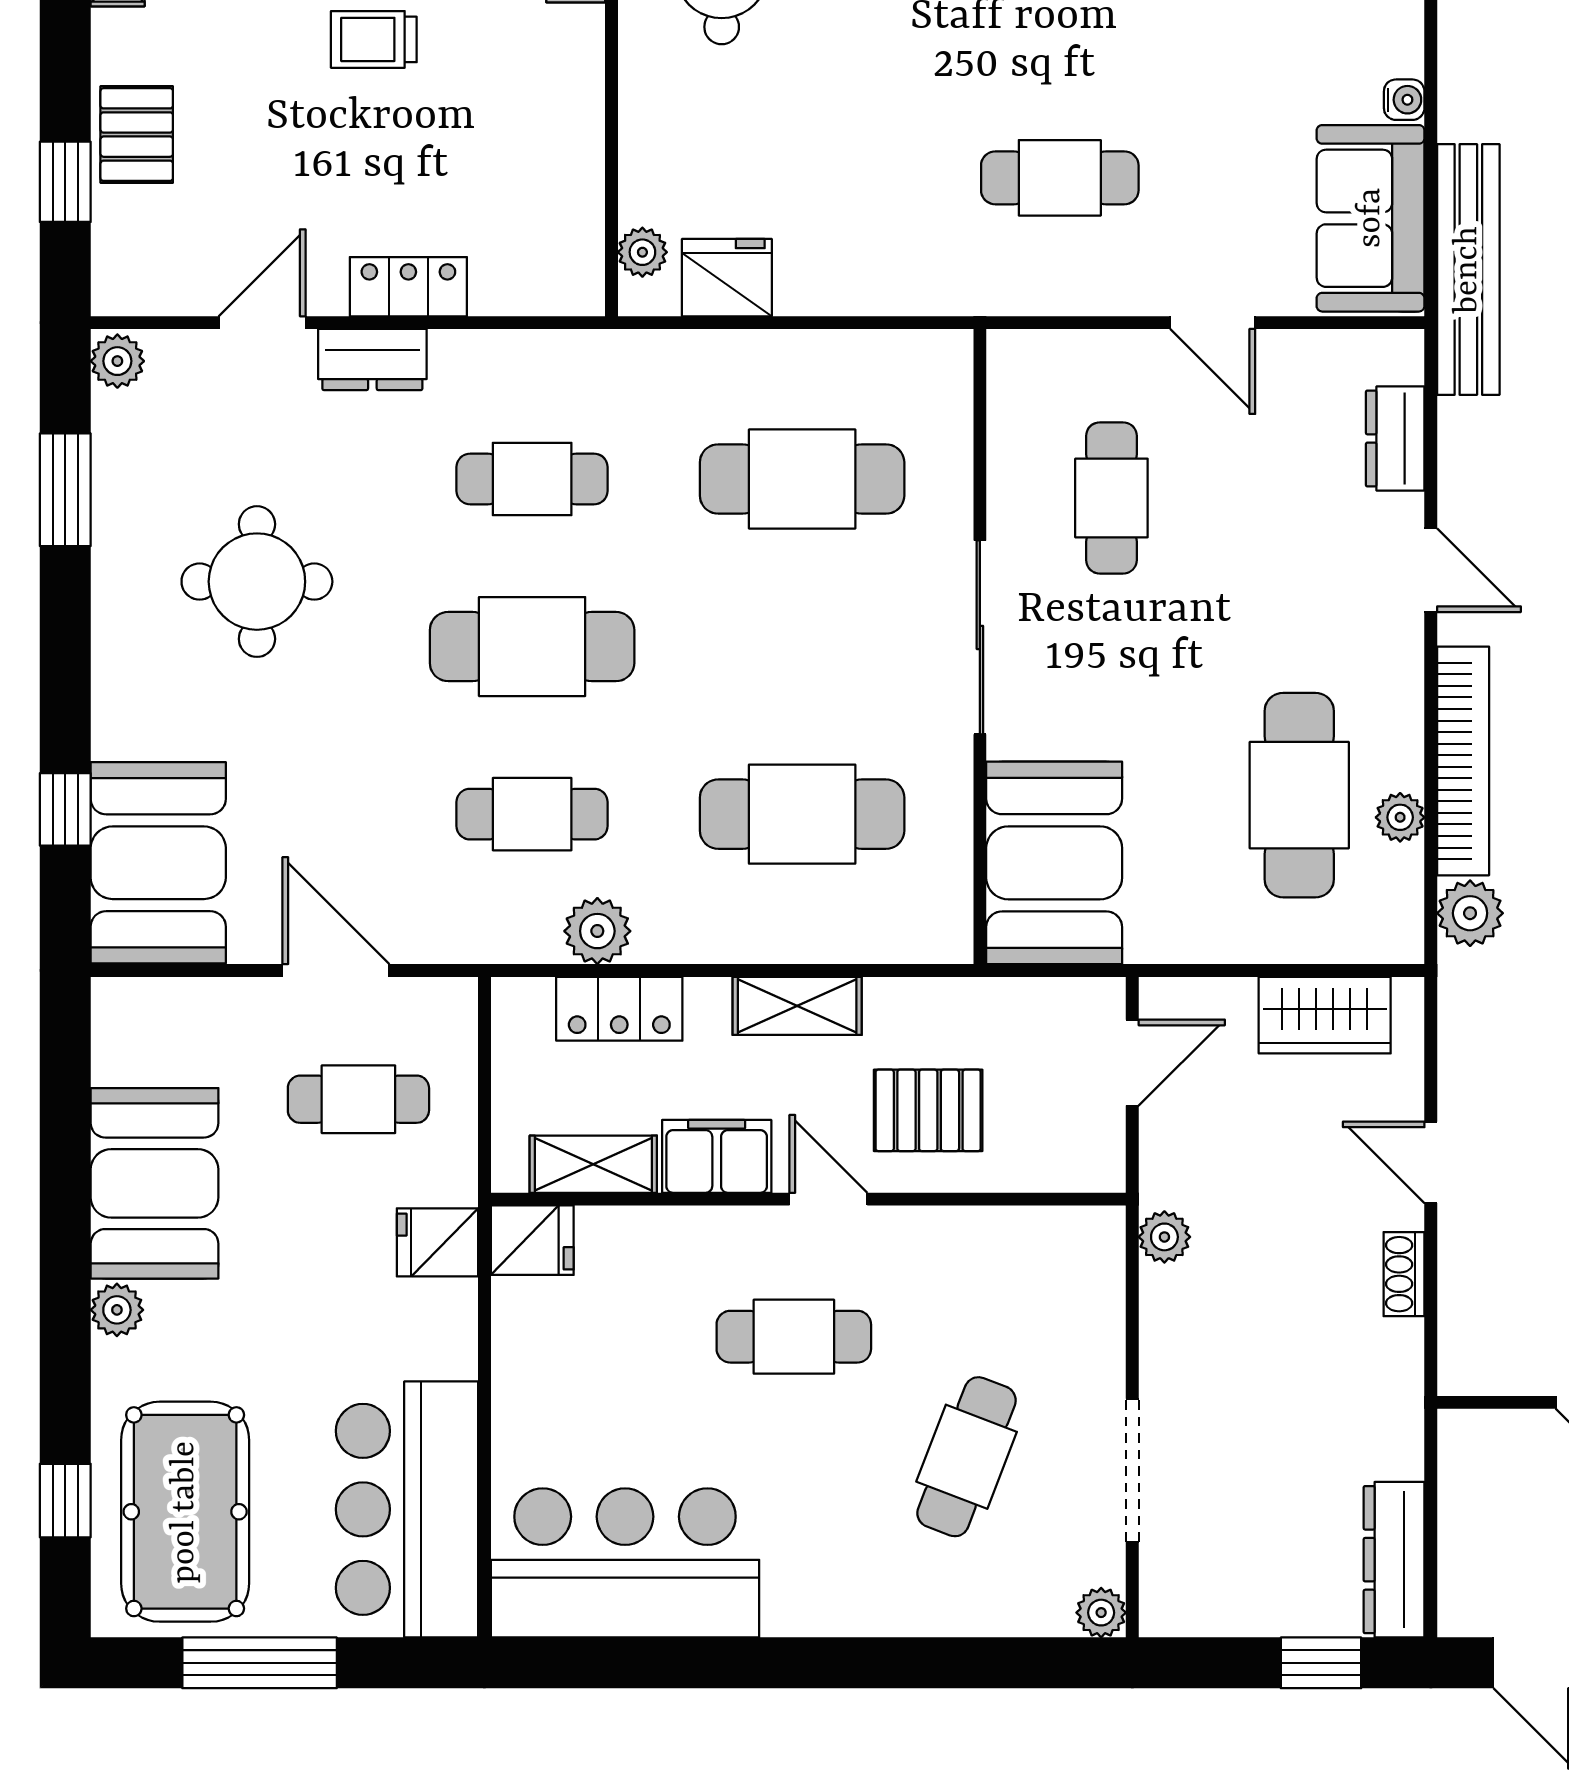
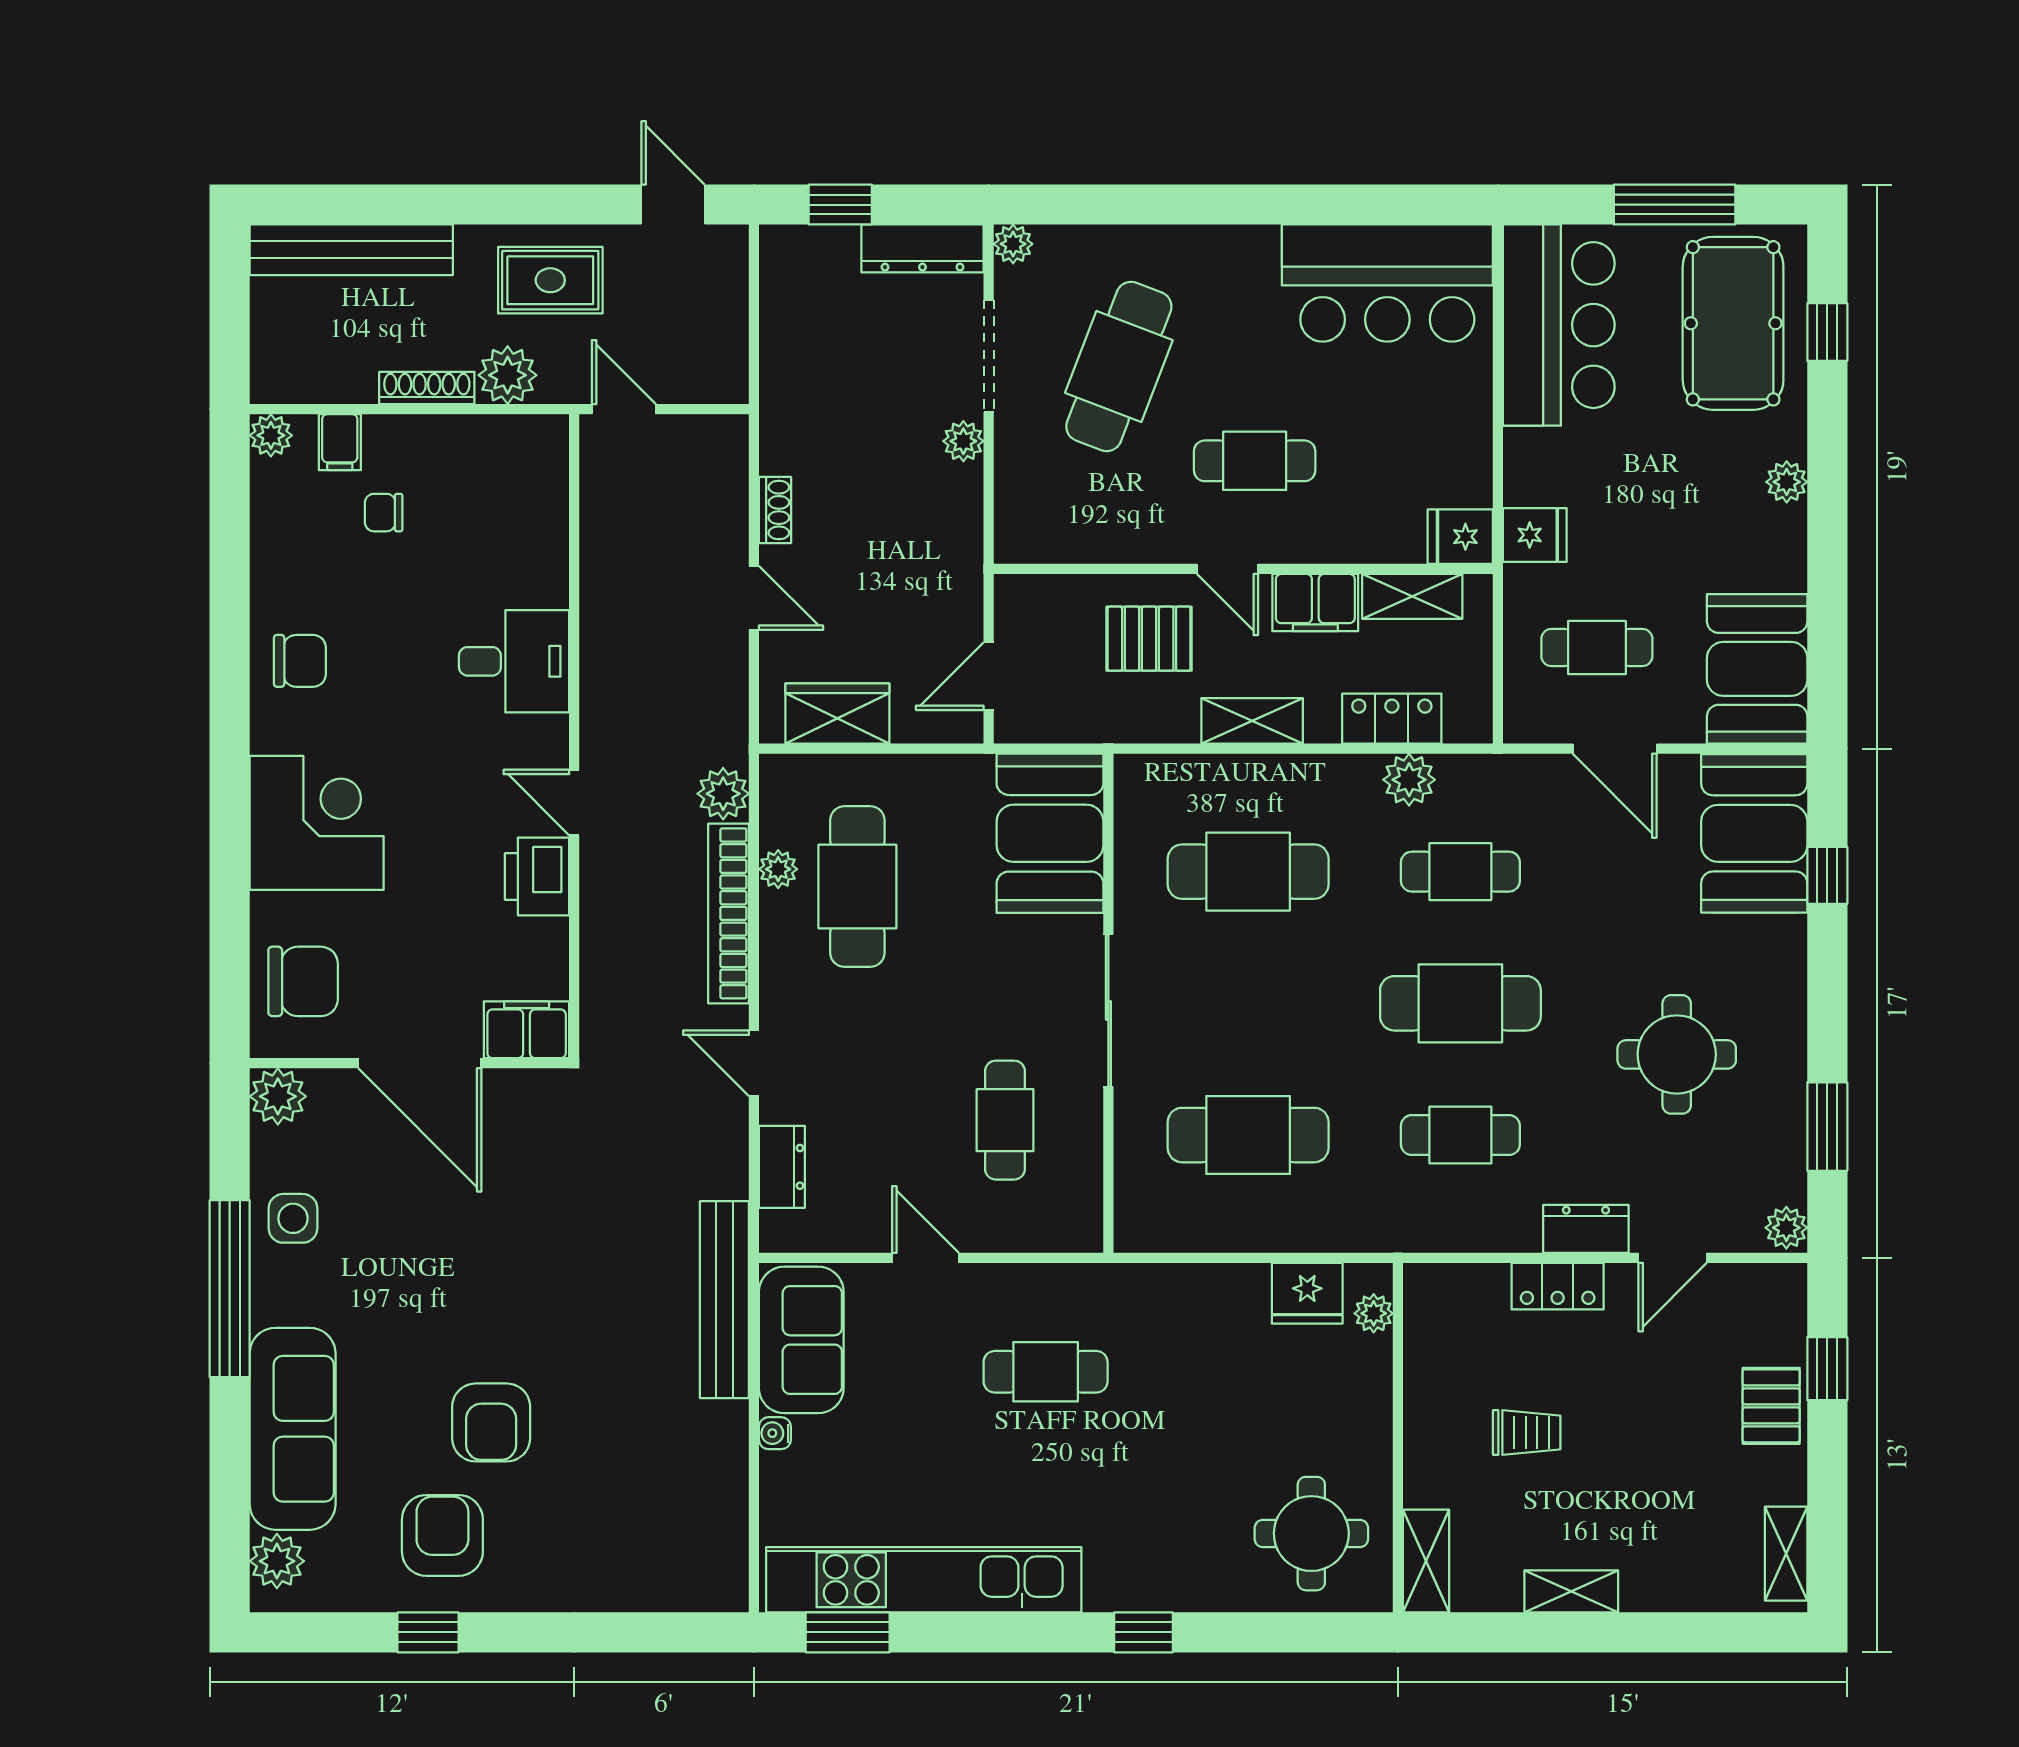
trolley: (374, 39) -> (1527, 1432), moved
booth: (155, 1183) -> (1757, 669), moved
plant: (1164, 1237) -> (963, 441), moved
cafe table: (967, 1457) -> (1119, 366), width x1.37, depth x1.35
dresser: (1394, 1560) -> (922, 248), moved, turned 90

